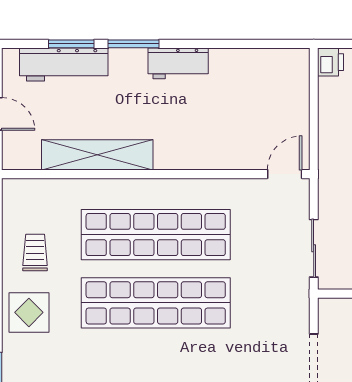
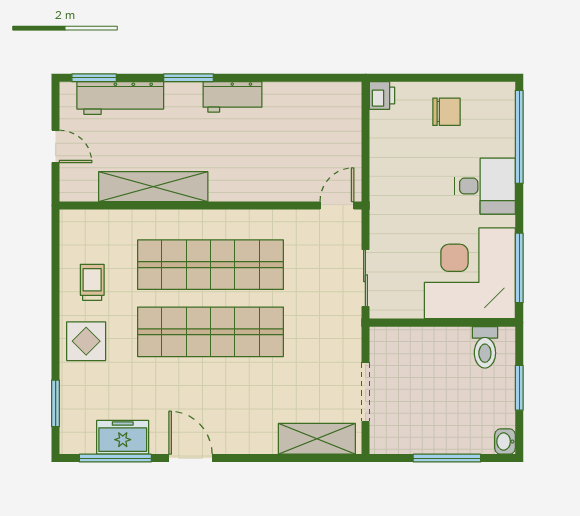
window: (71, 44) -> (94, 78), moved

